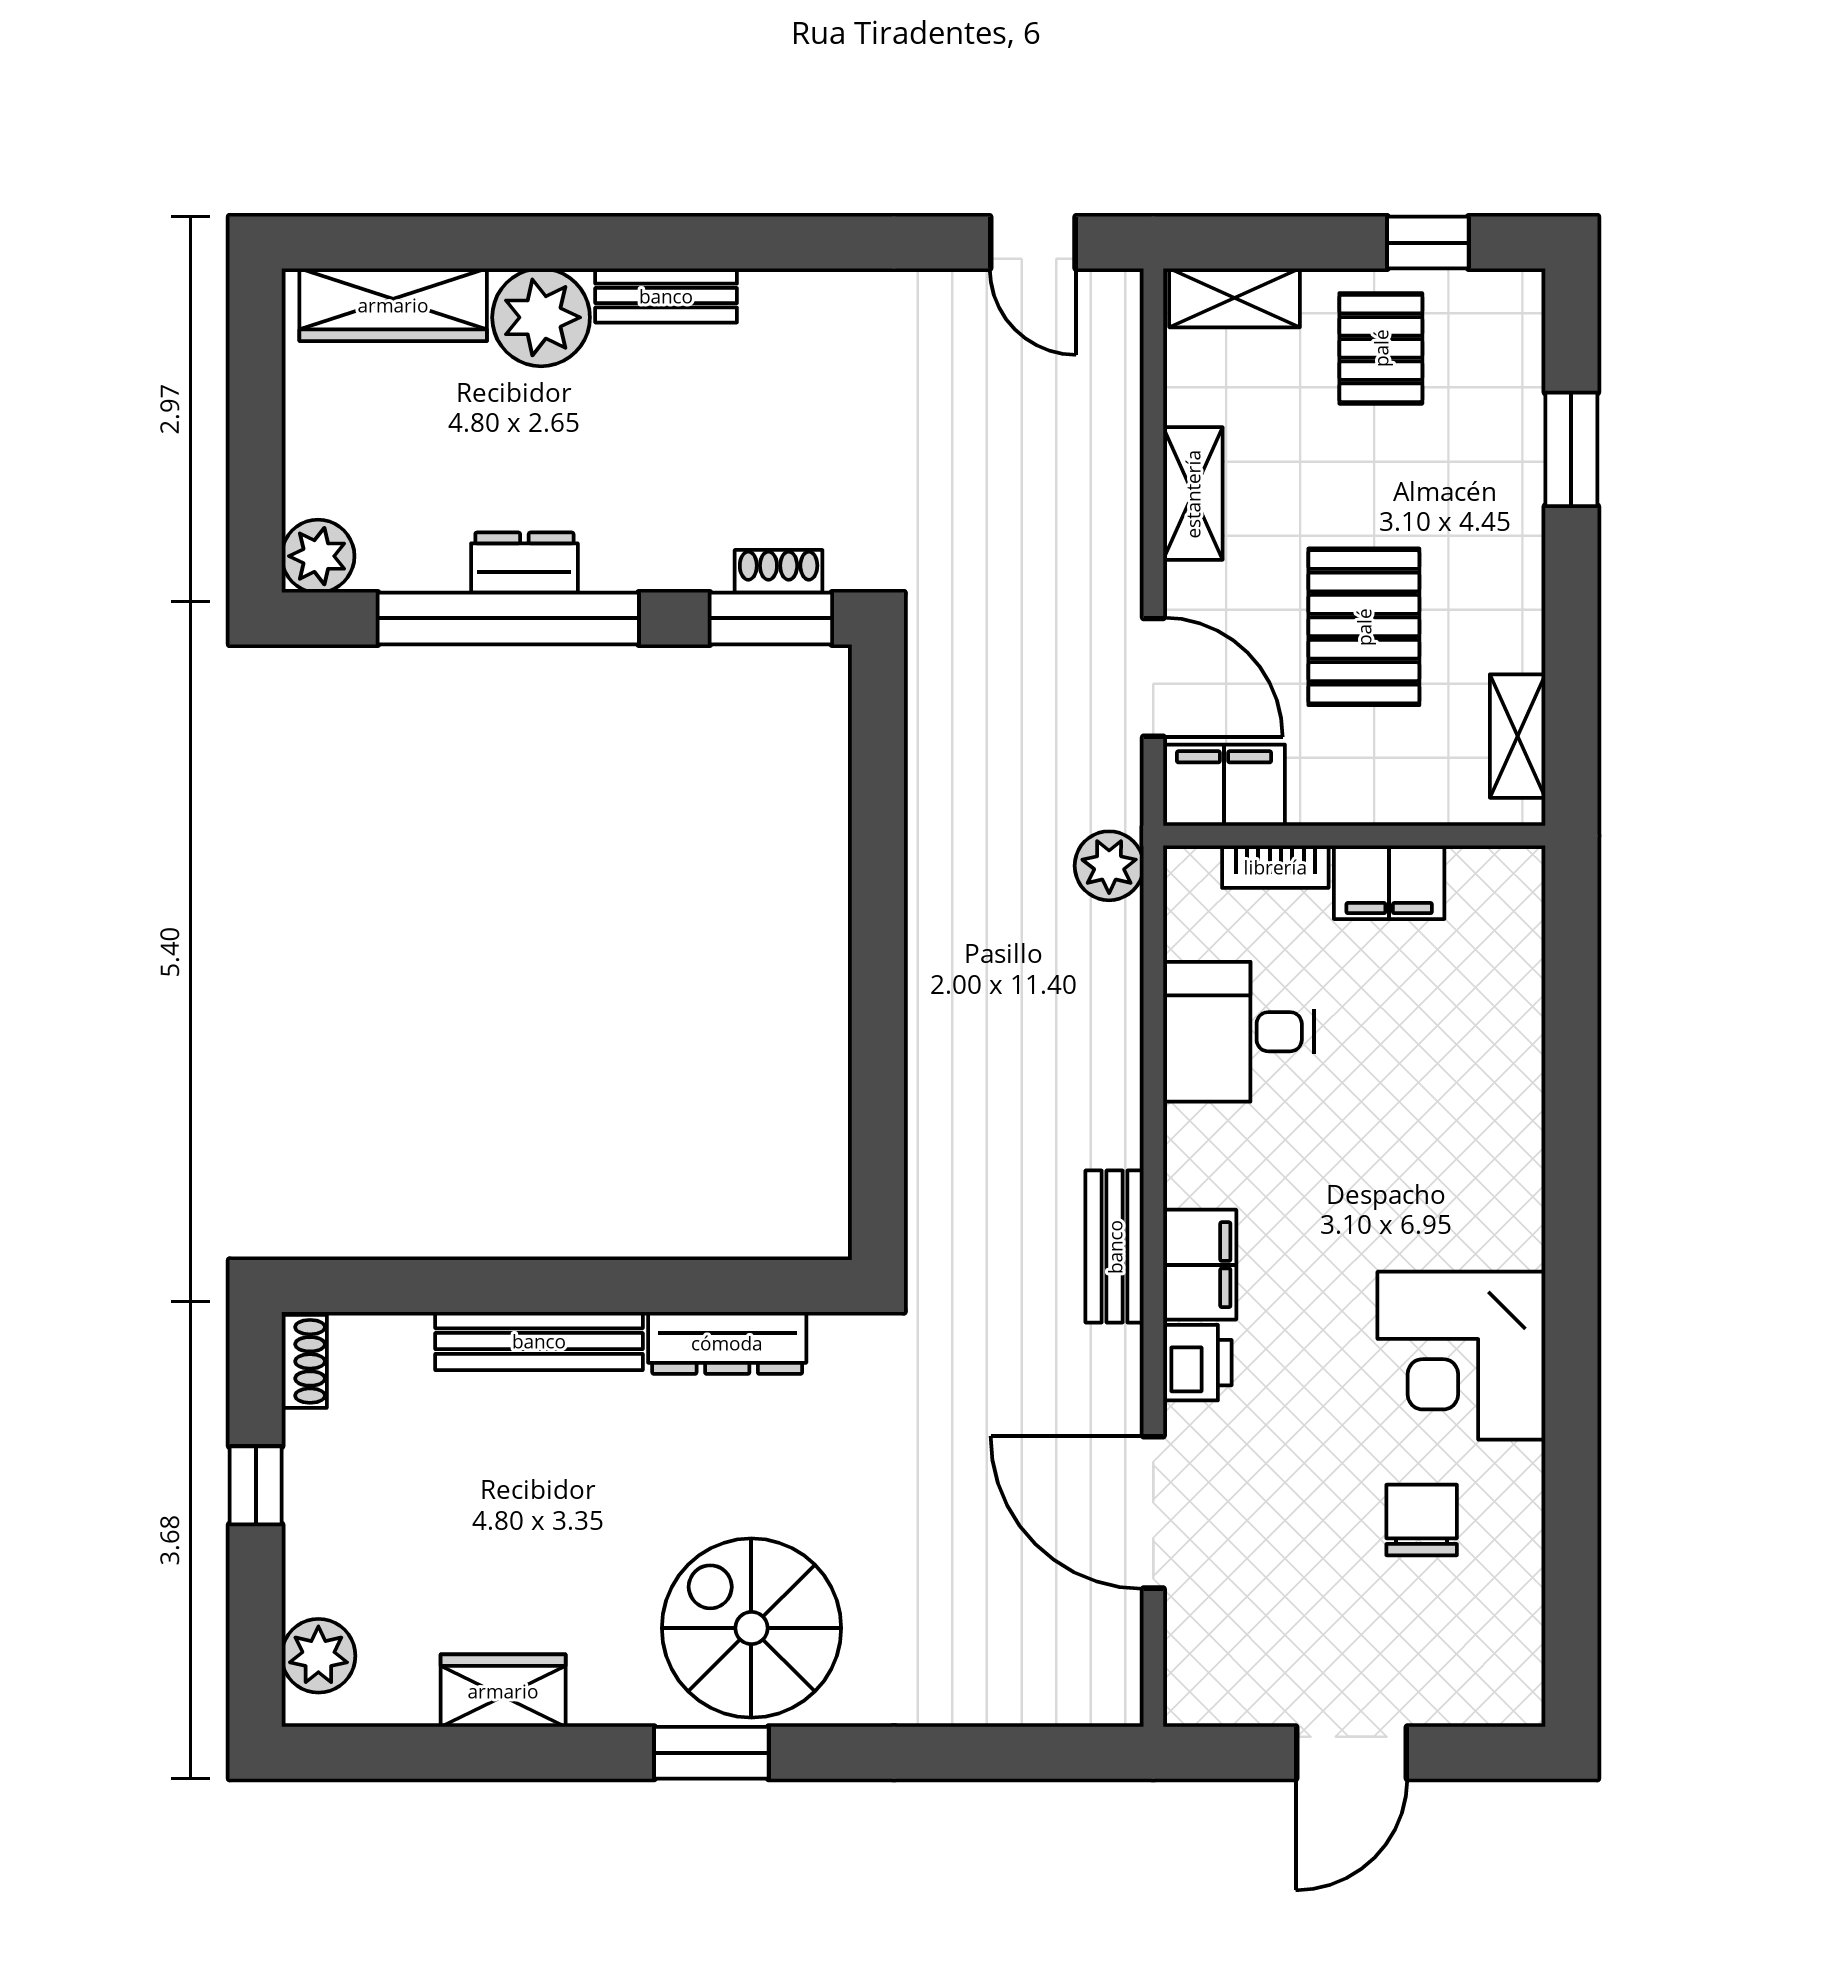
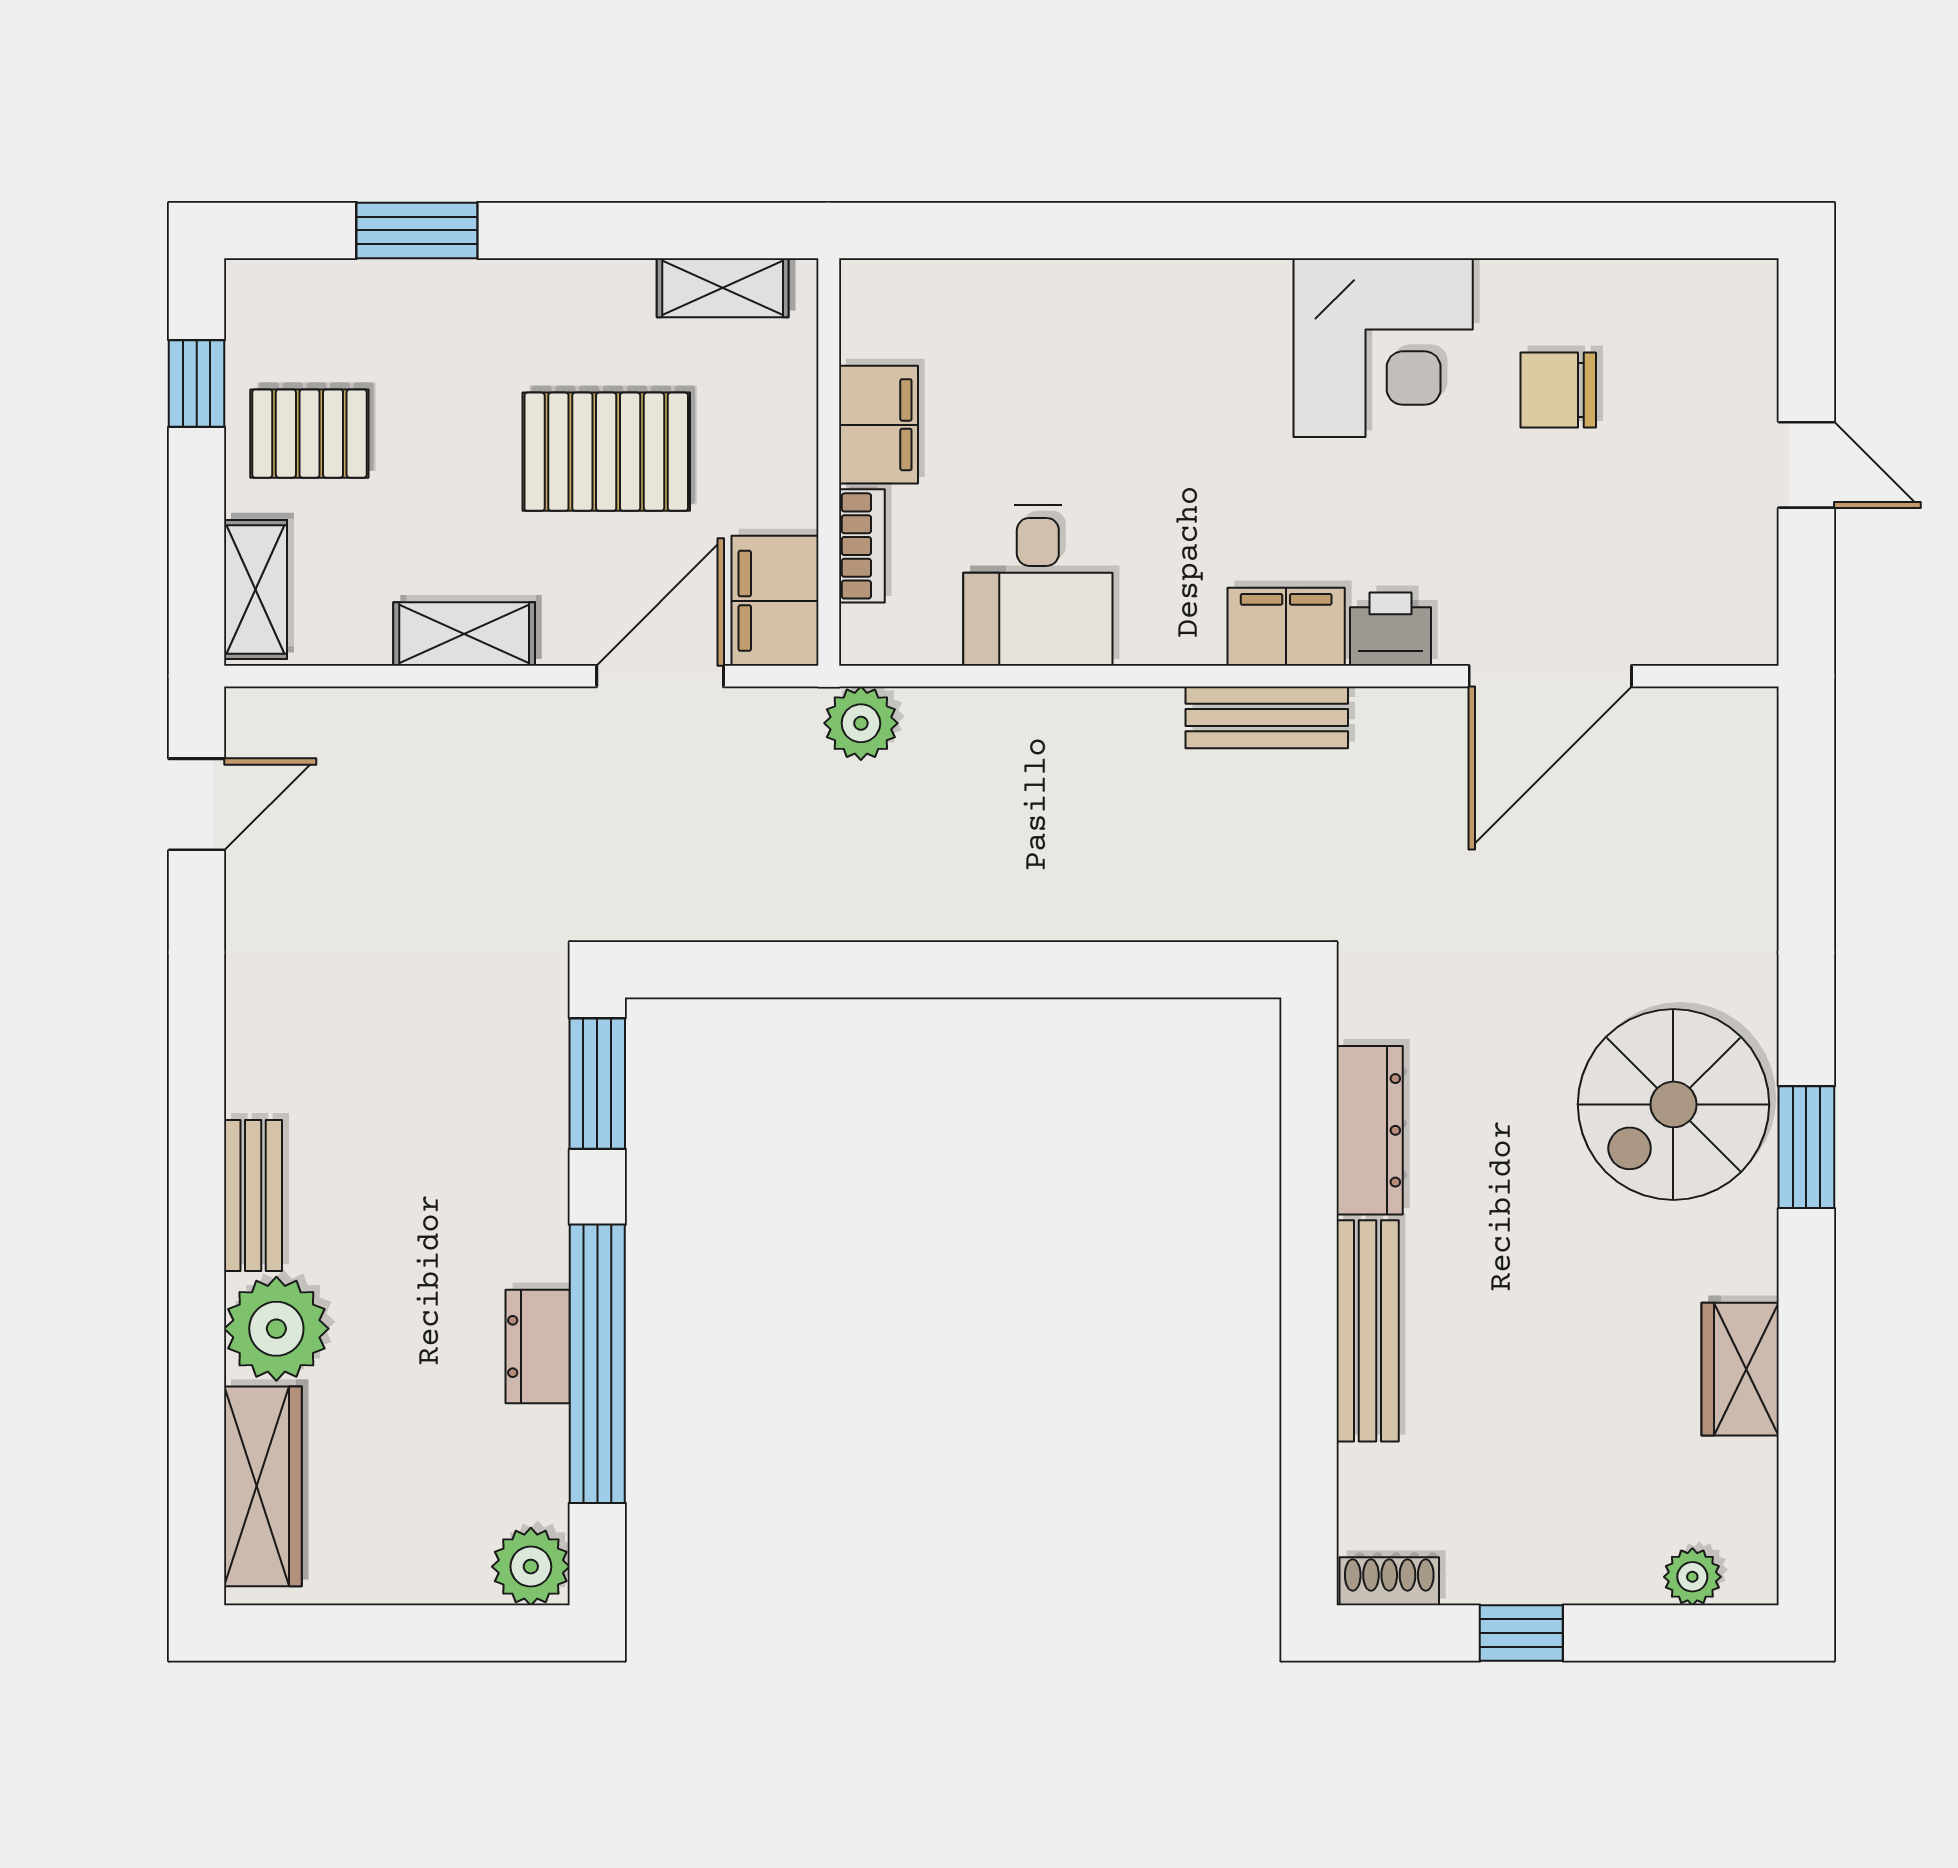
shoe rack: (779, 571) -> (547, 1076), removed
plant: (318, 1656) -> (1692, 1577), width x0.73, depth x0.73
door: (1351, 1753) -> (1806, 465), width x0.73

